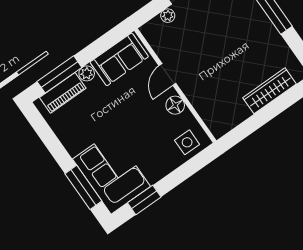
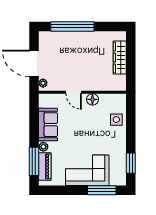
door: (167, 74) -> (74, 92), moved
wall: (175, 86) -> (82, 92), moved
floor lamp: (175, 105) -> (92, 99), moved
corner sofa: (111, 173) -> (87, 170), moved

